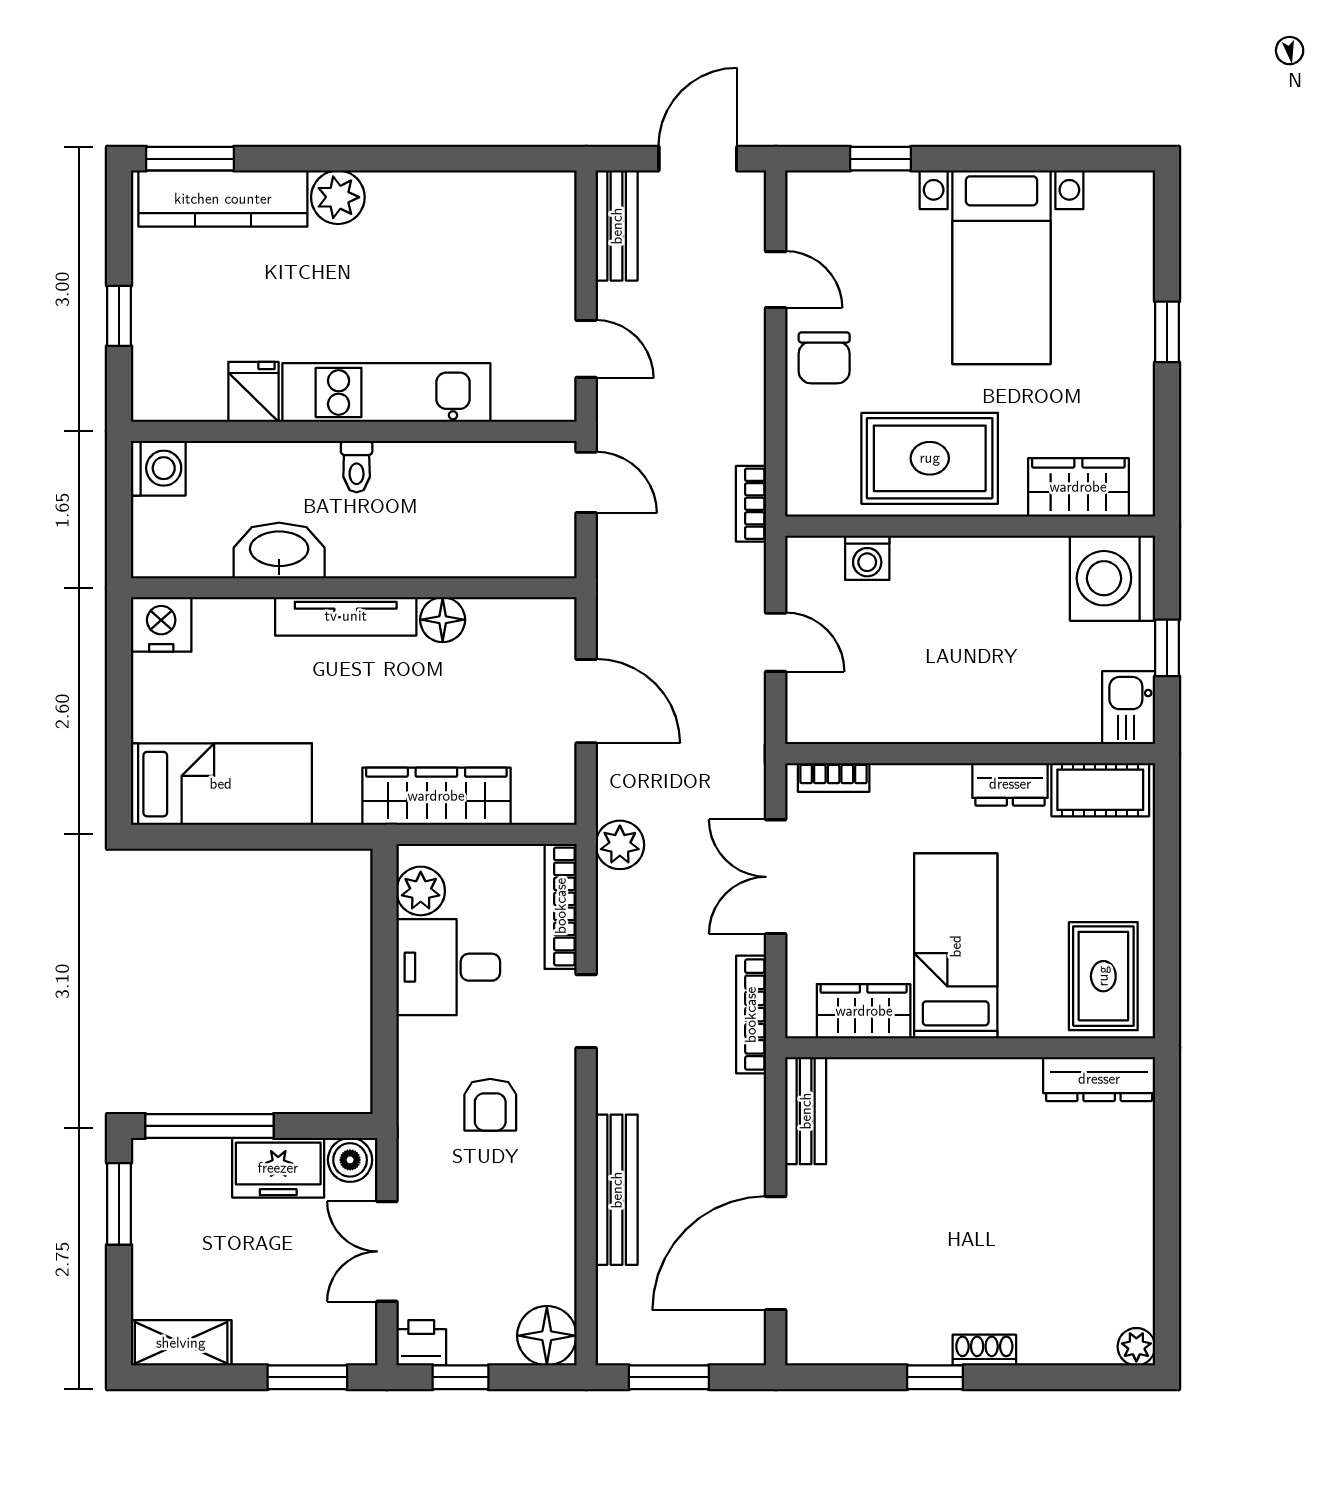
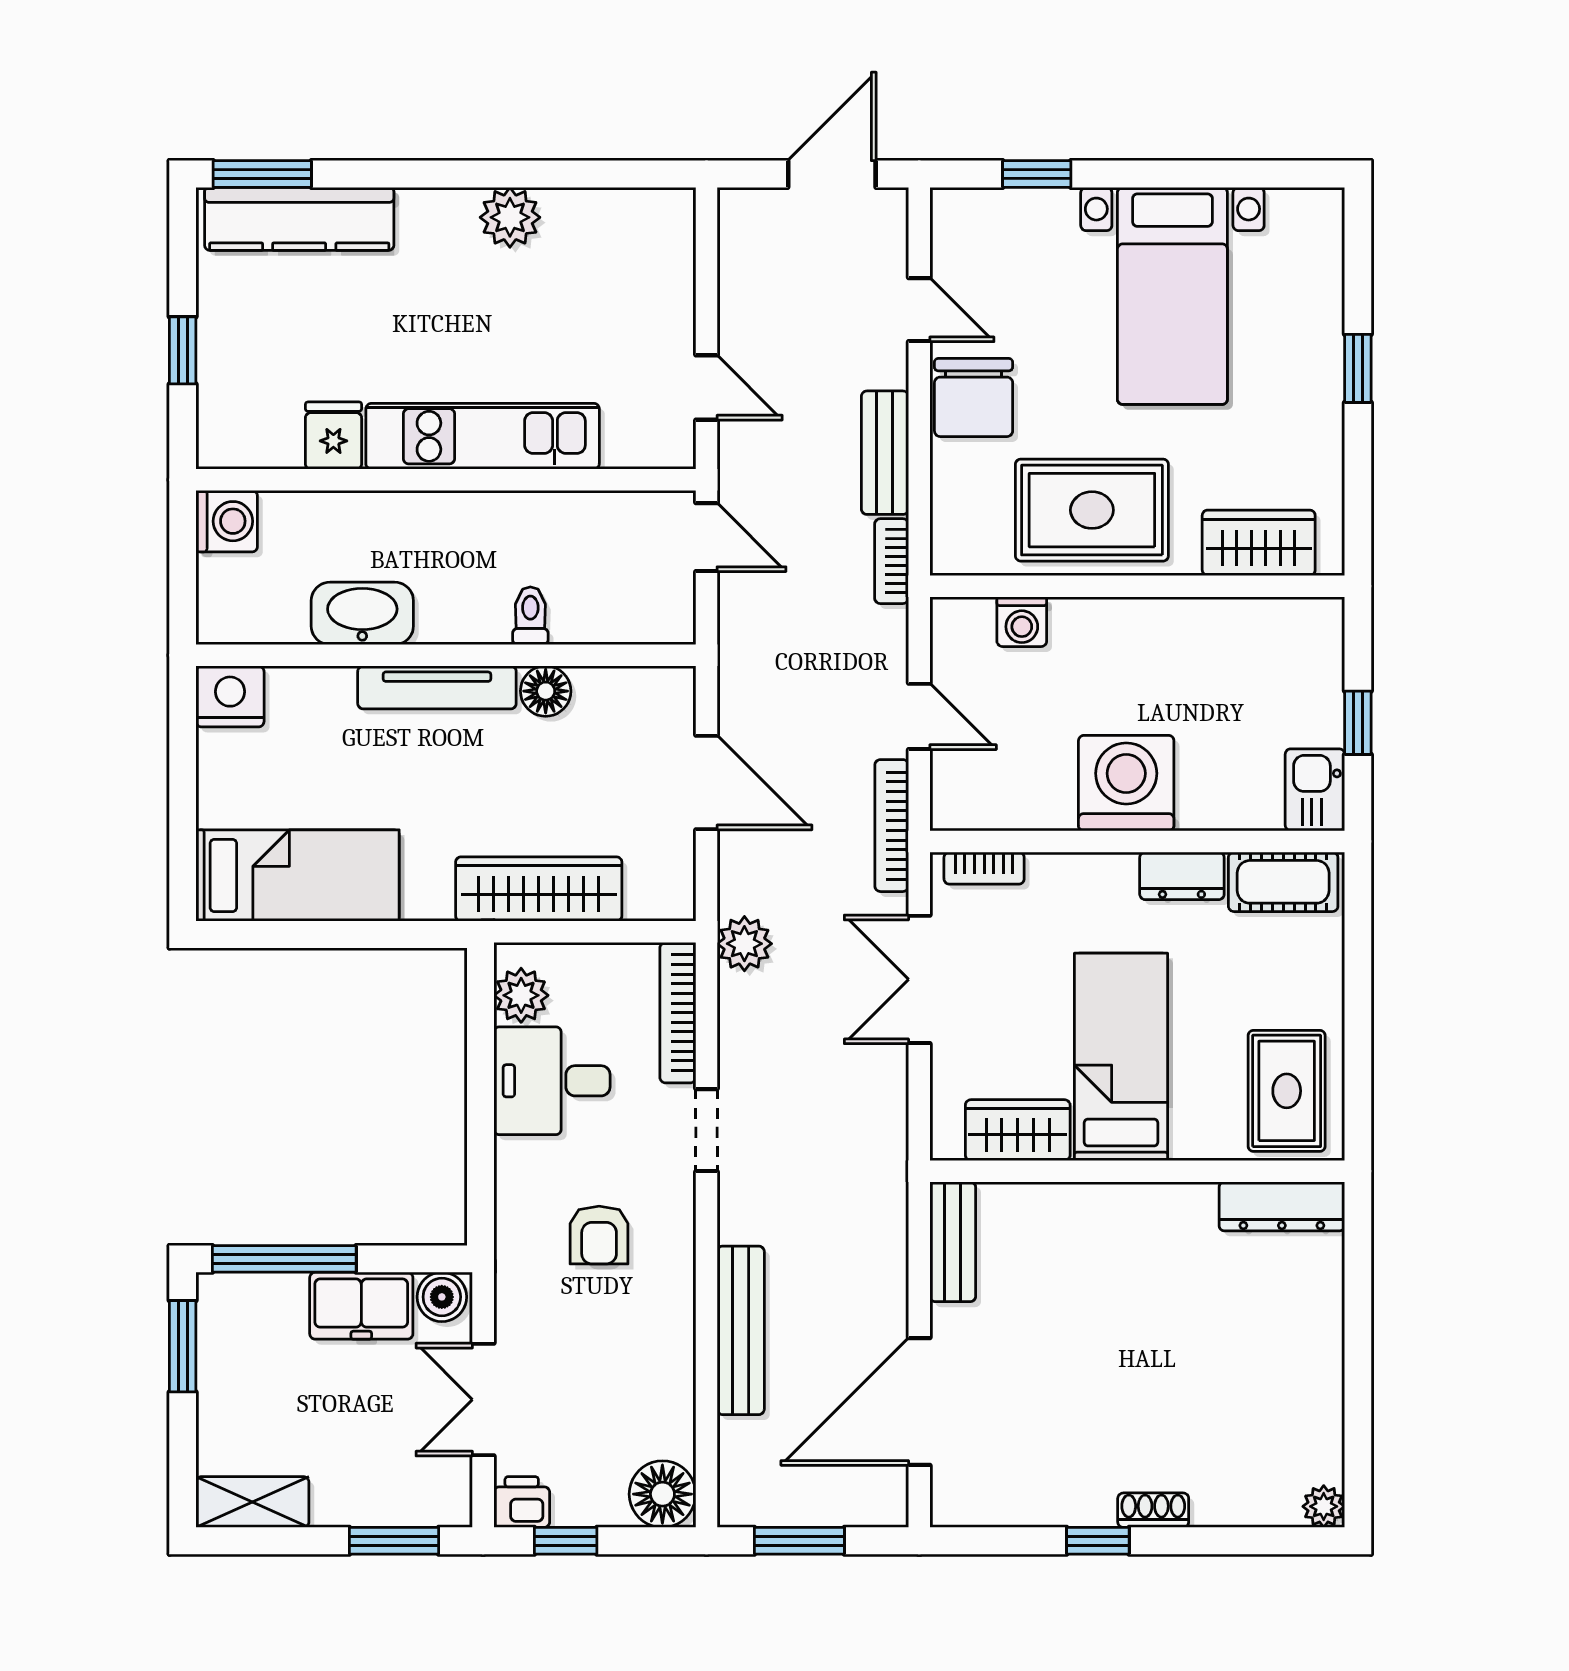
plant: (338, 197) -> (510, 217), moved
bench: (617, 226) -> (885, 453), moved
chair: (824, 358) -> (974, 397), width x1.37, depth x1.37
toilet: (357, 467) -> (530, 616), moved, turned 180
washing machine: (1112, 578) -> (1126, 783), moved, turned 90
bookcase: (751, 1015) -> (892, 826), moved

